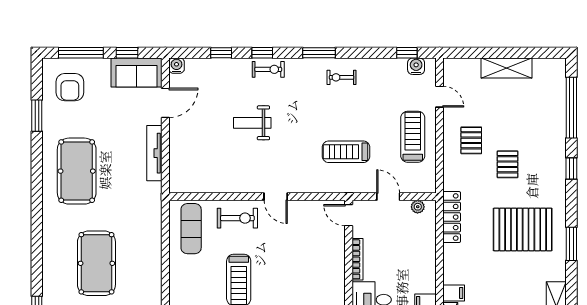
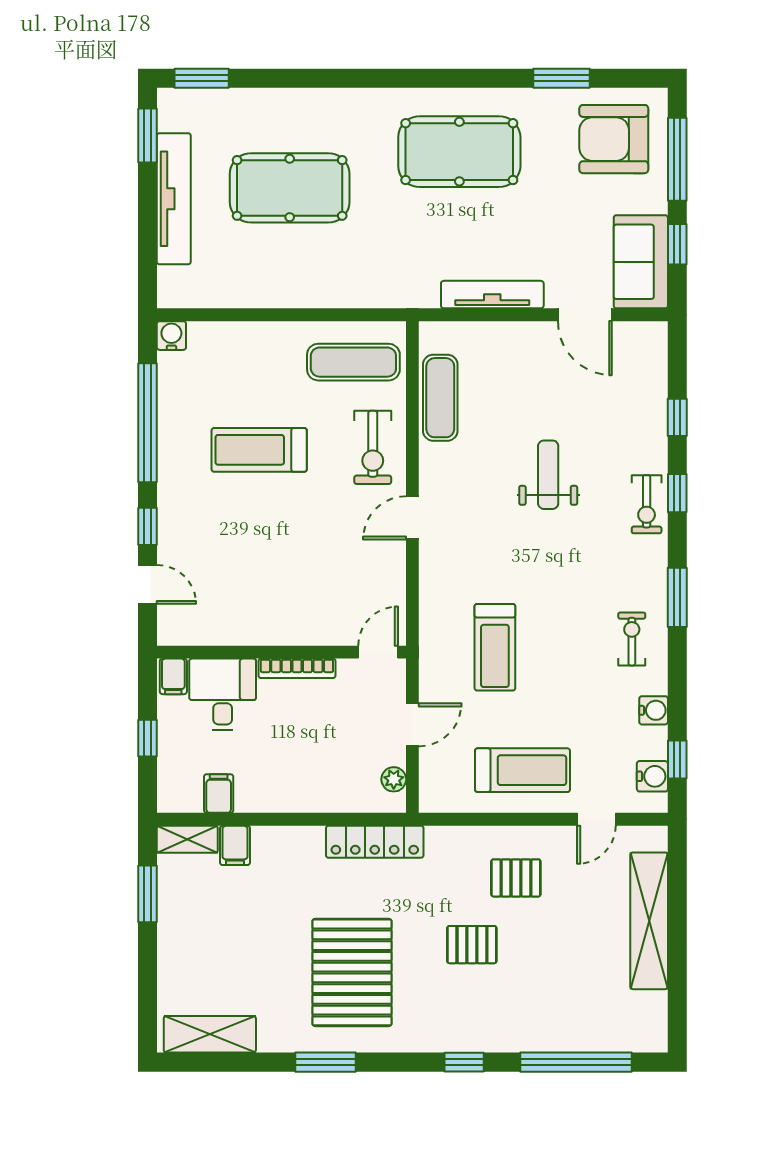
water cooler: (177, 66) -> (654, 710), moved
shelving: (506, 68) -> (649, 921), width x1.47
armchair: (70, 87) -> (614, 139), width x1.36, depth x1.36
treadmill: (346, 152) -> (495, 647), turned 180
exercise mat: (210, 181) -> (440, 398), added

